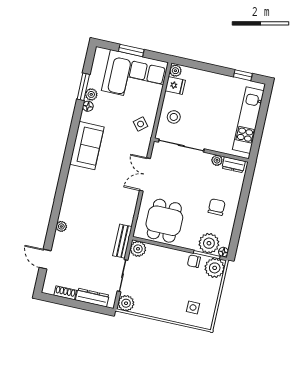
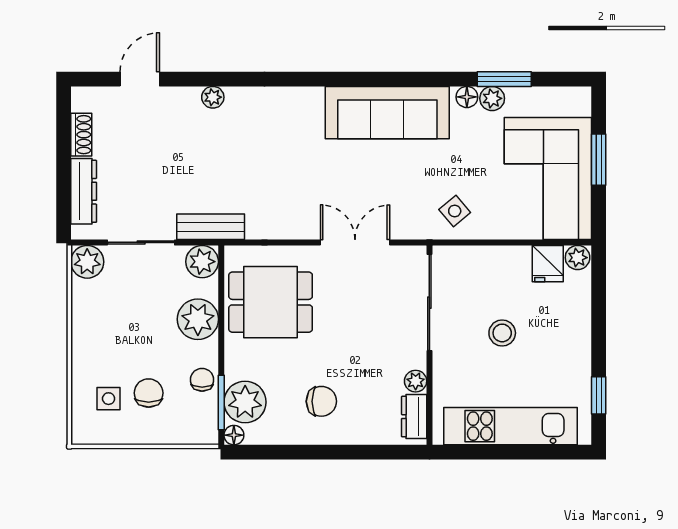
stool: (174, 117) -> (502, 333), moved
sofa: (87, 146) -> (387, 113), width x1.36
plant: (215, 268) -> (198, 319), moved
chair: (195, 288) -> (149, 393), added

